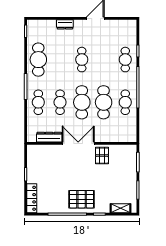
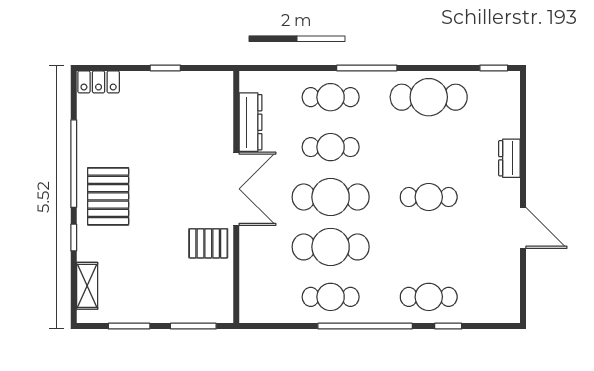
locker: (32, 198) -> (99, 82), width x0.66

